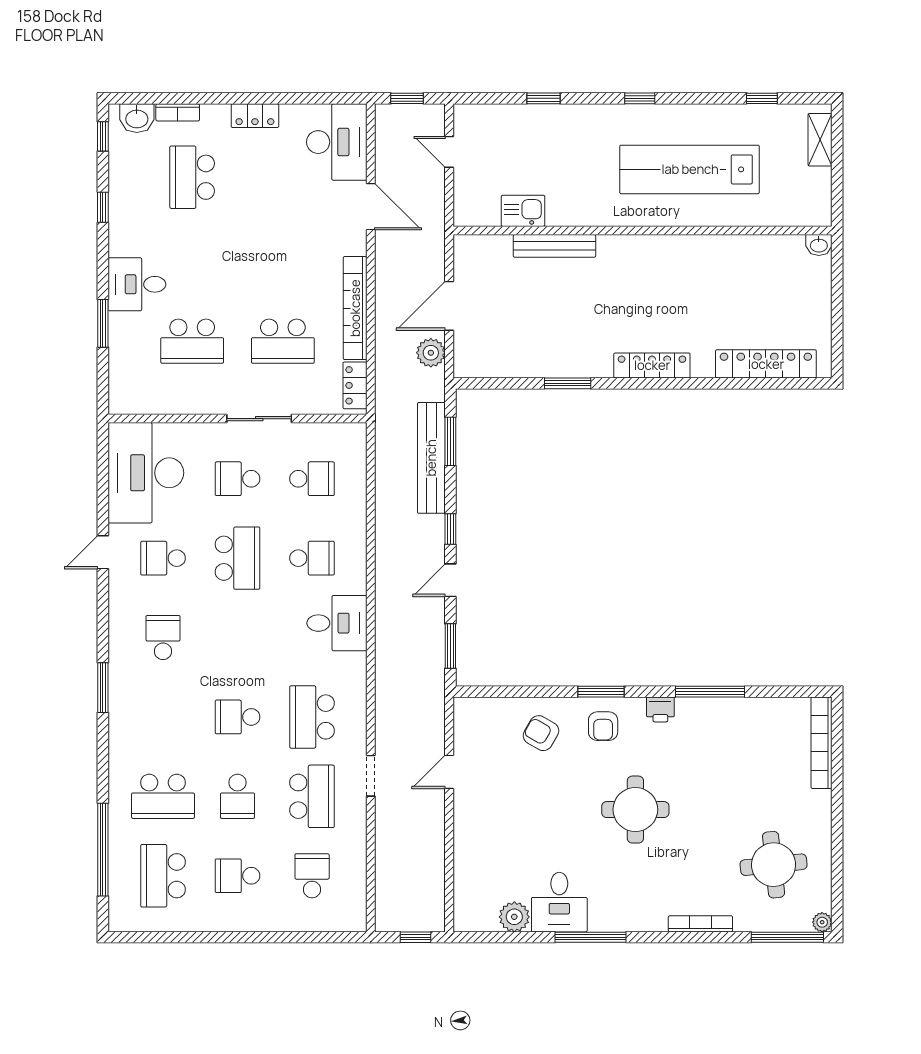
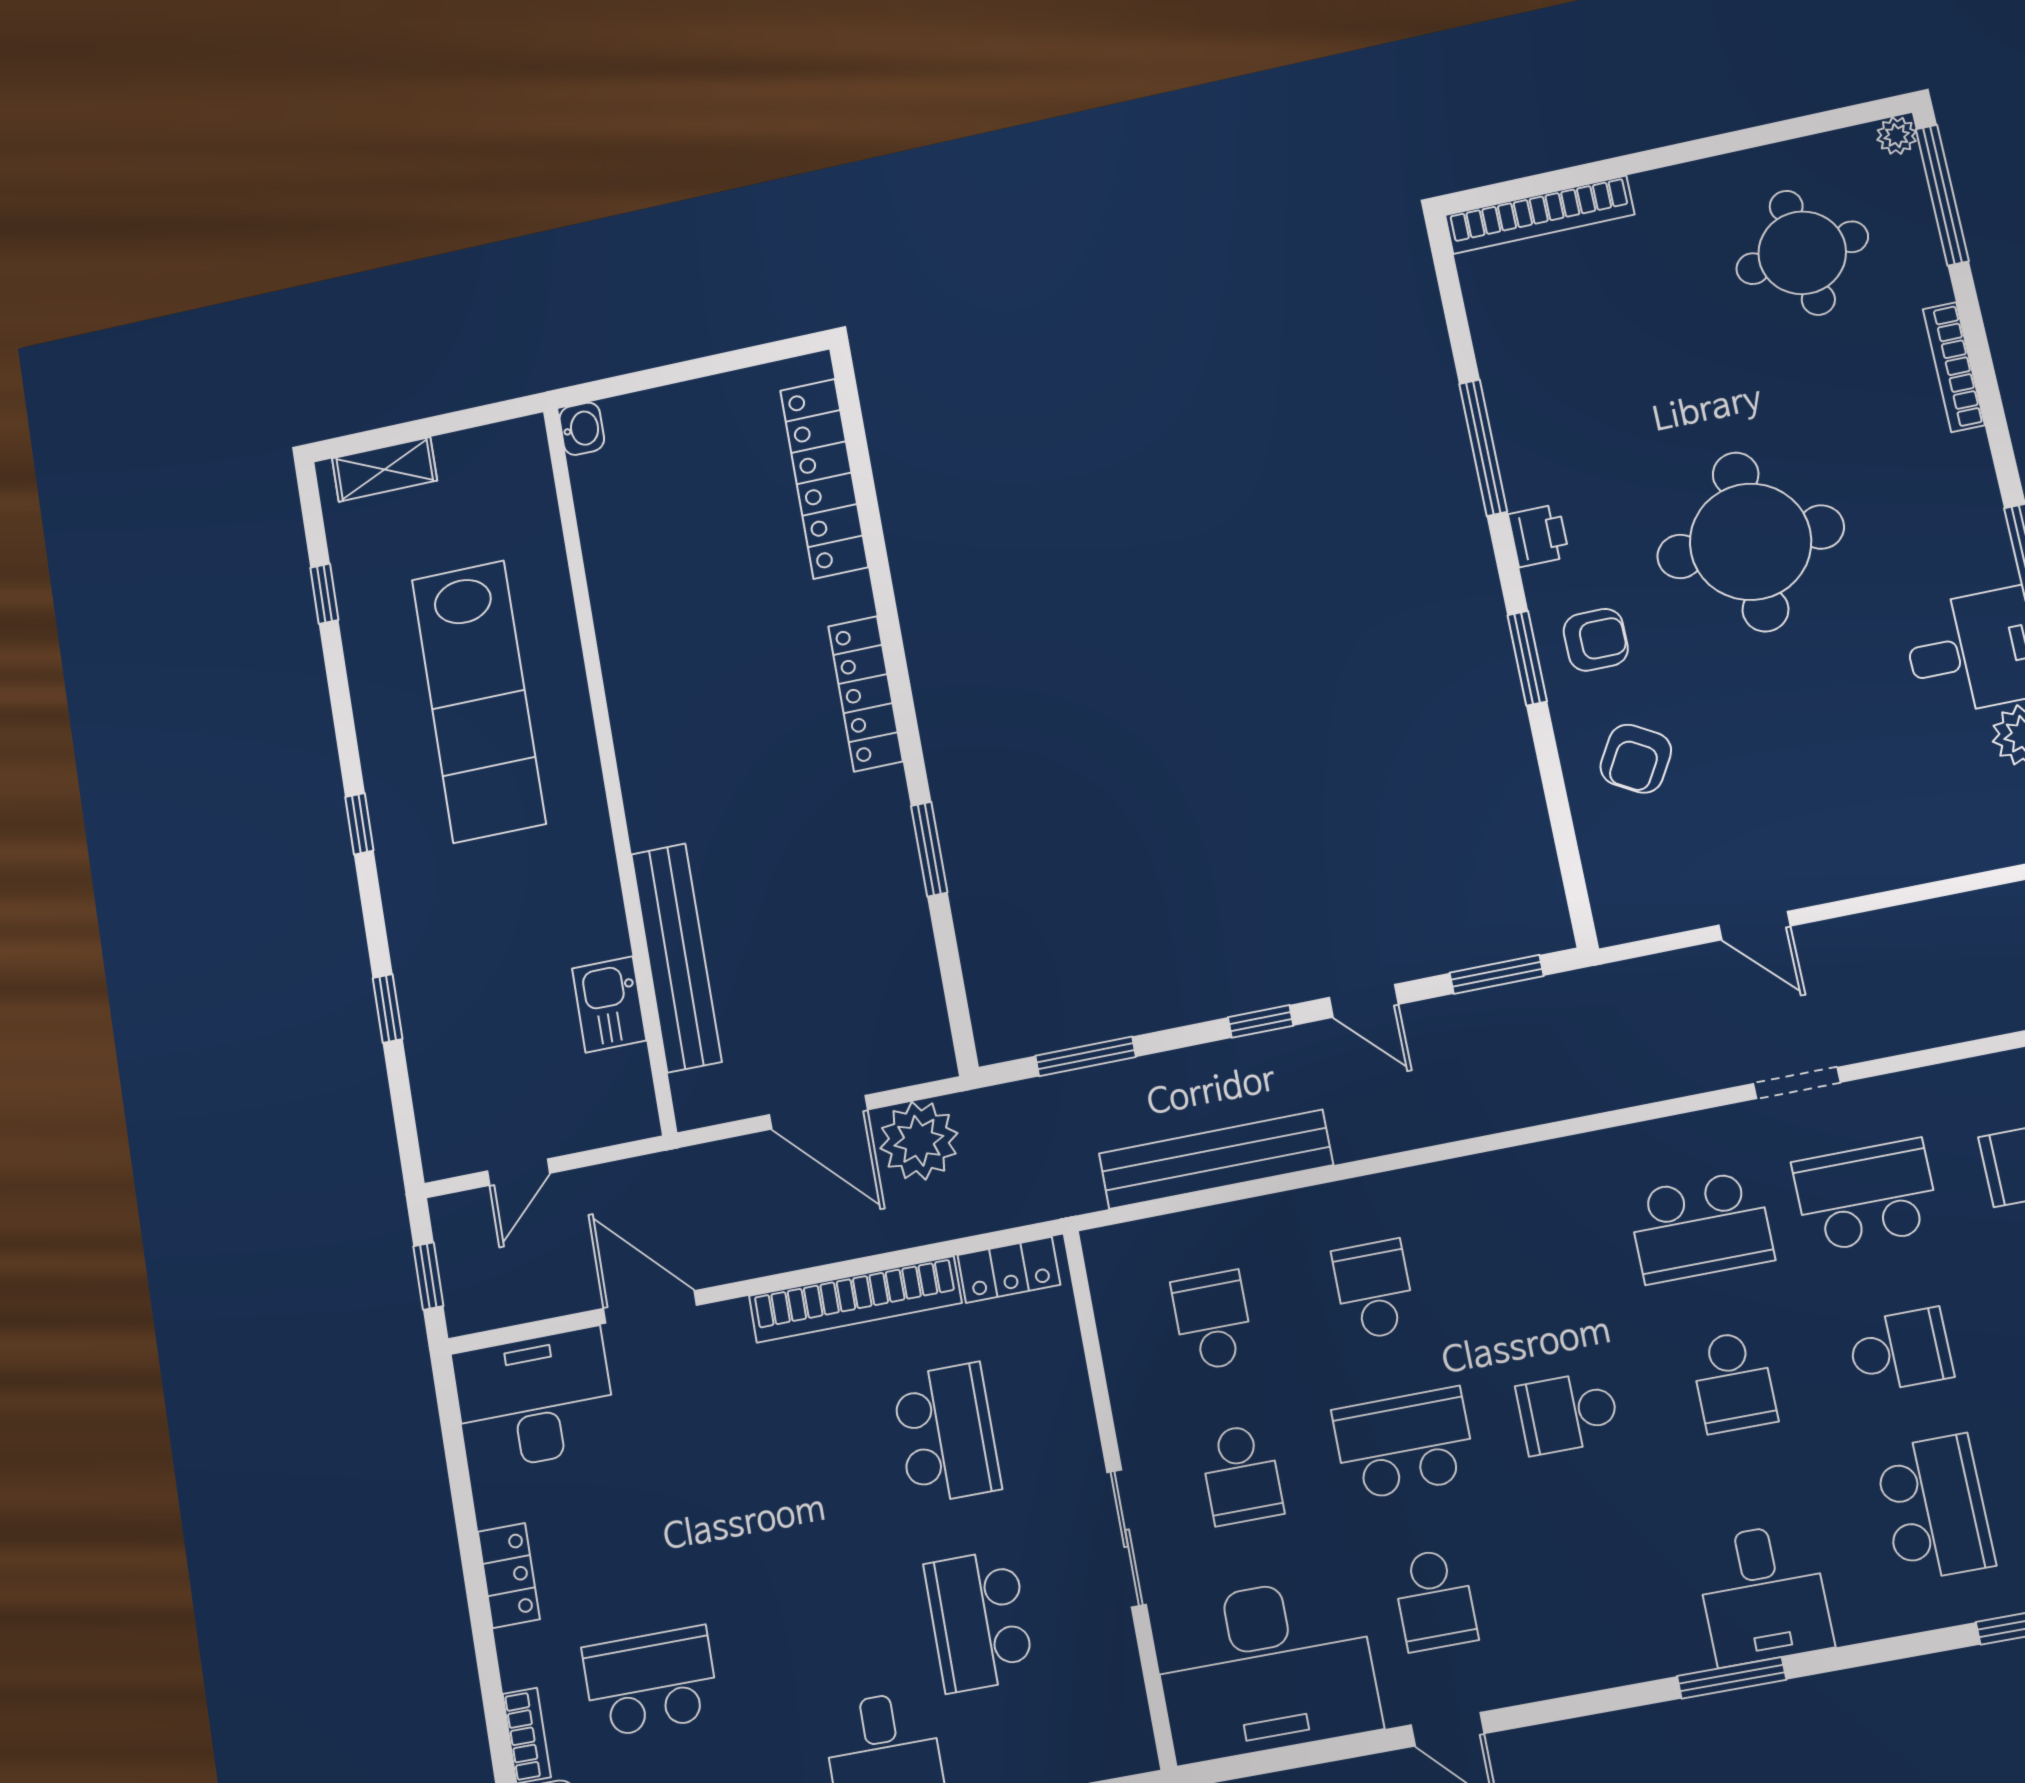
school desk: (192, 177) -> (651, 1682), turned 180
door: (371, 207) -> (650, 1307), hinge flipped
bench: (554, 246) -> (676, 958), width x1.37, depth x1.21
school desk: (192, 341) -> (979, 1621), turned 180
plant: (431, 353) -> (919, 1141), width x1.36, depth x1.36
sliding door: (259, 419) -> (1127, 1538), moved
bench: (431, 458) -> (1216, 1159), moved
desk: (337, 623) -> (1763, 1594), moved, turned 180
school desk: (163, 638) -> (1568, 1413), moved
round table: (635, 810) -> (1751, 542), width x1.36, depth x1.36

